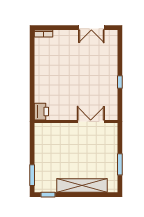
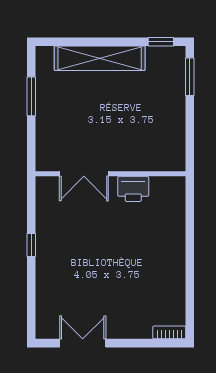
printer: (41, 112) -> (133, 189), moved, turned -90

